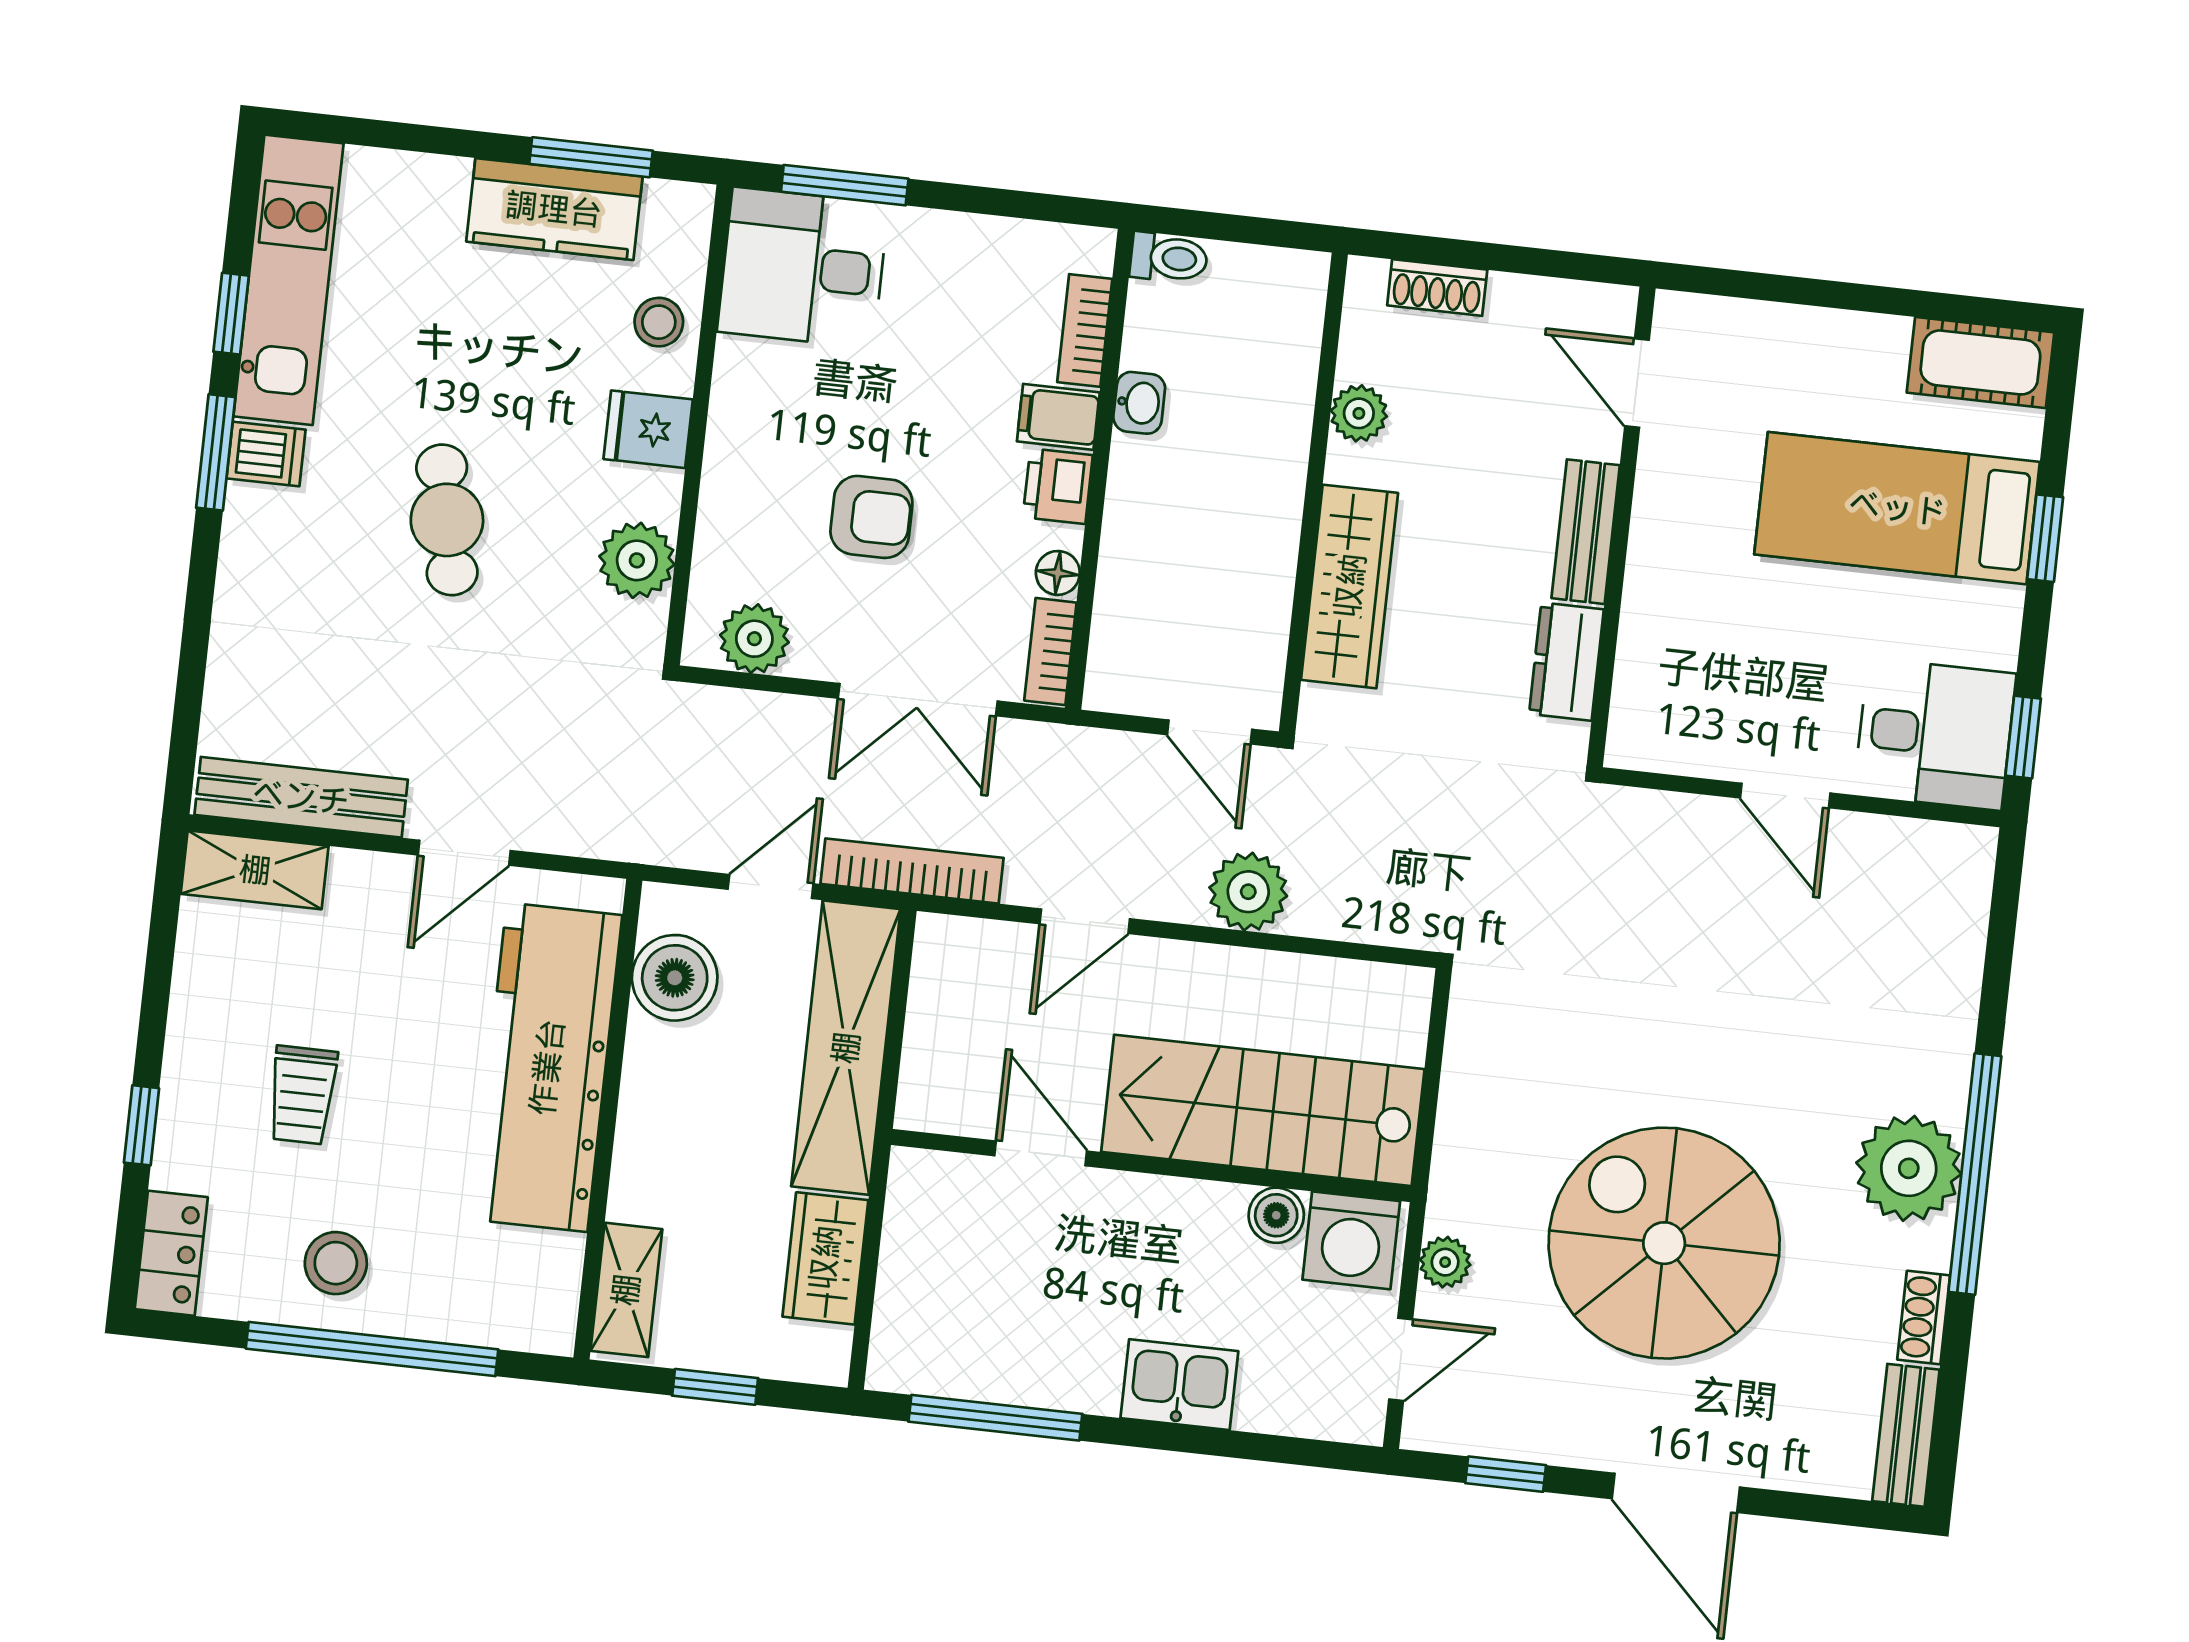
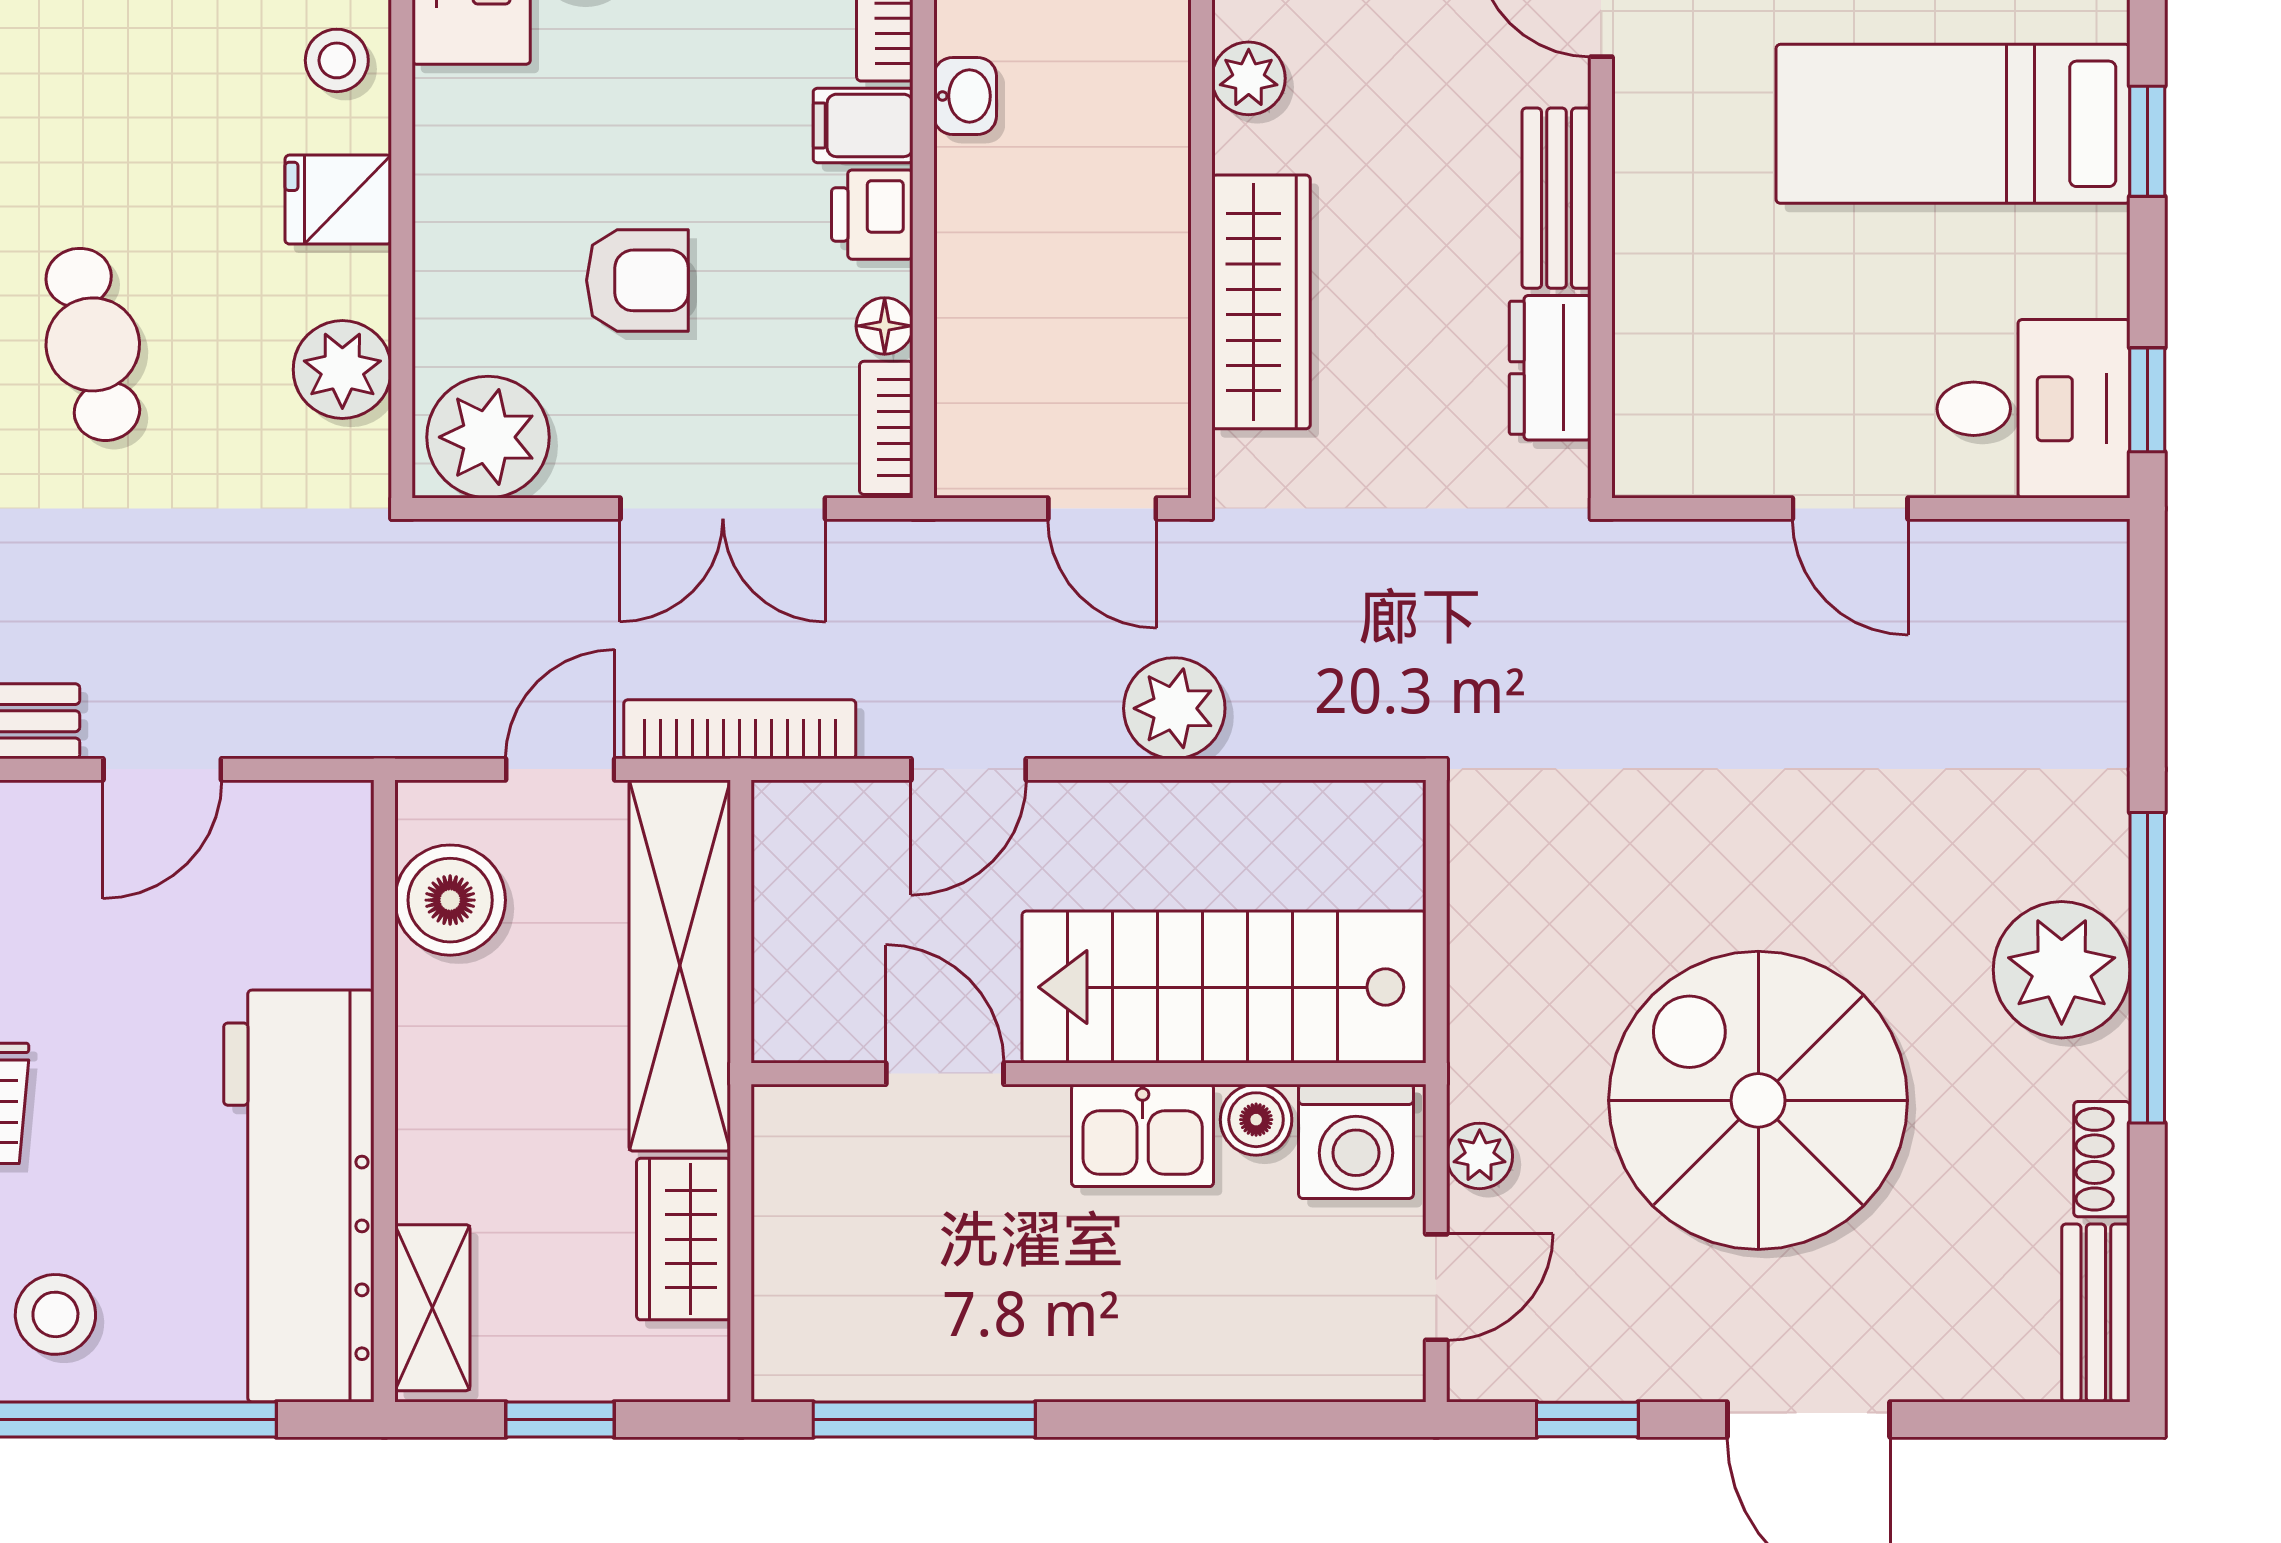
plant: (754, 639) -> (488, 437), width x1.36, depth x1.36
workbench: (547, 1067) -> (299, 1196), moved
kitchen sink: (1179, 1385) -> (1143, 1135), moved, turned 180

